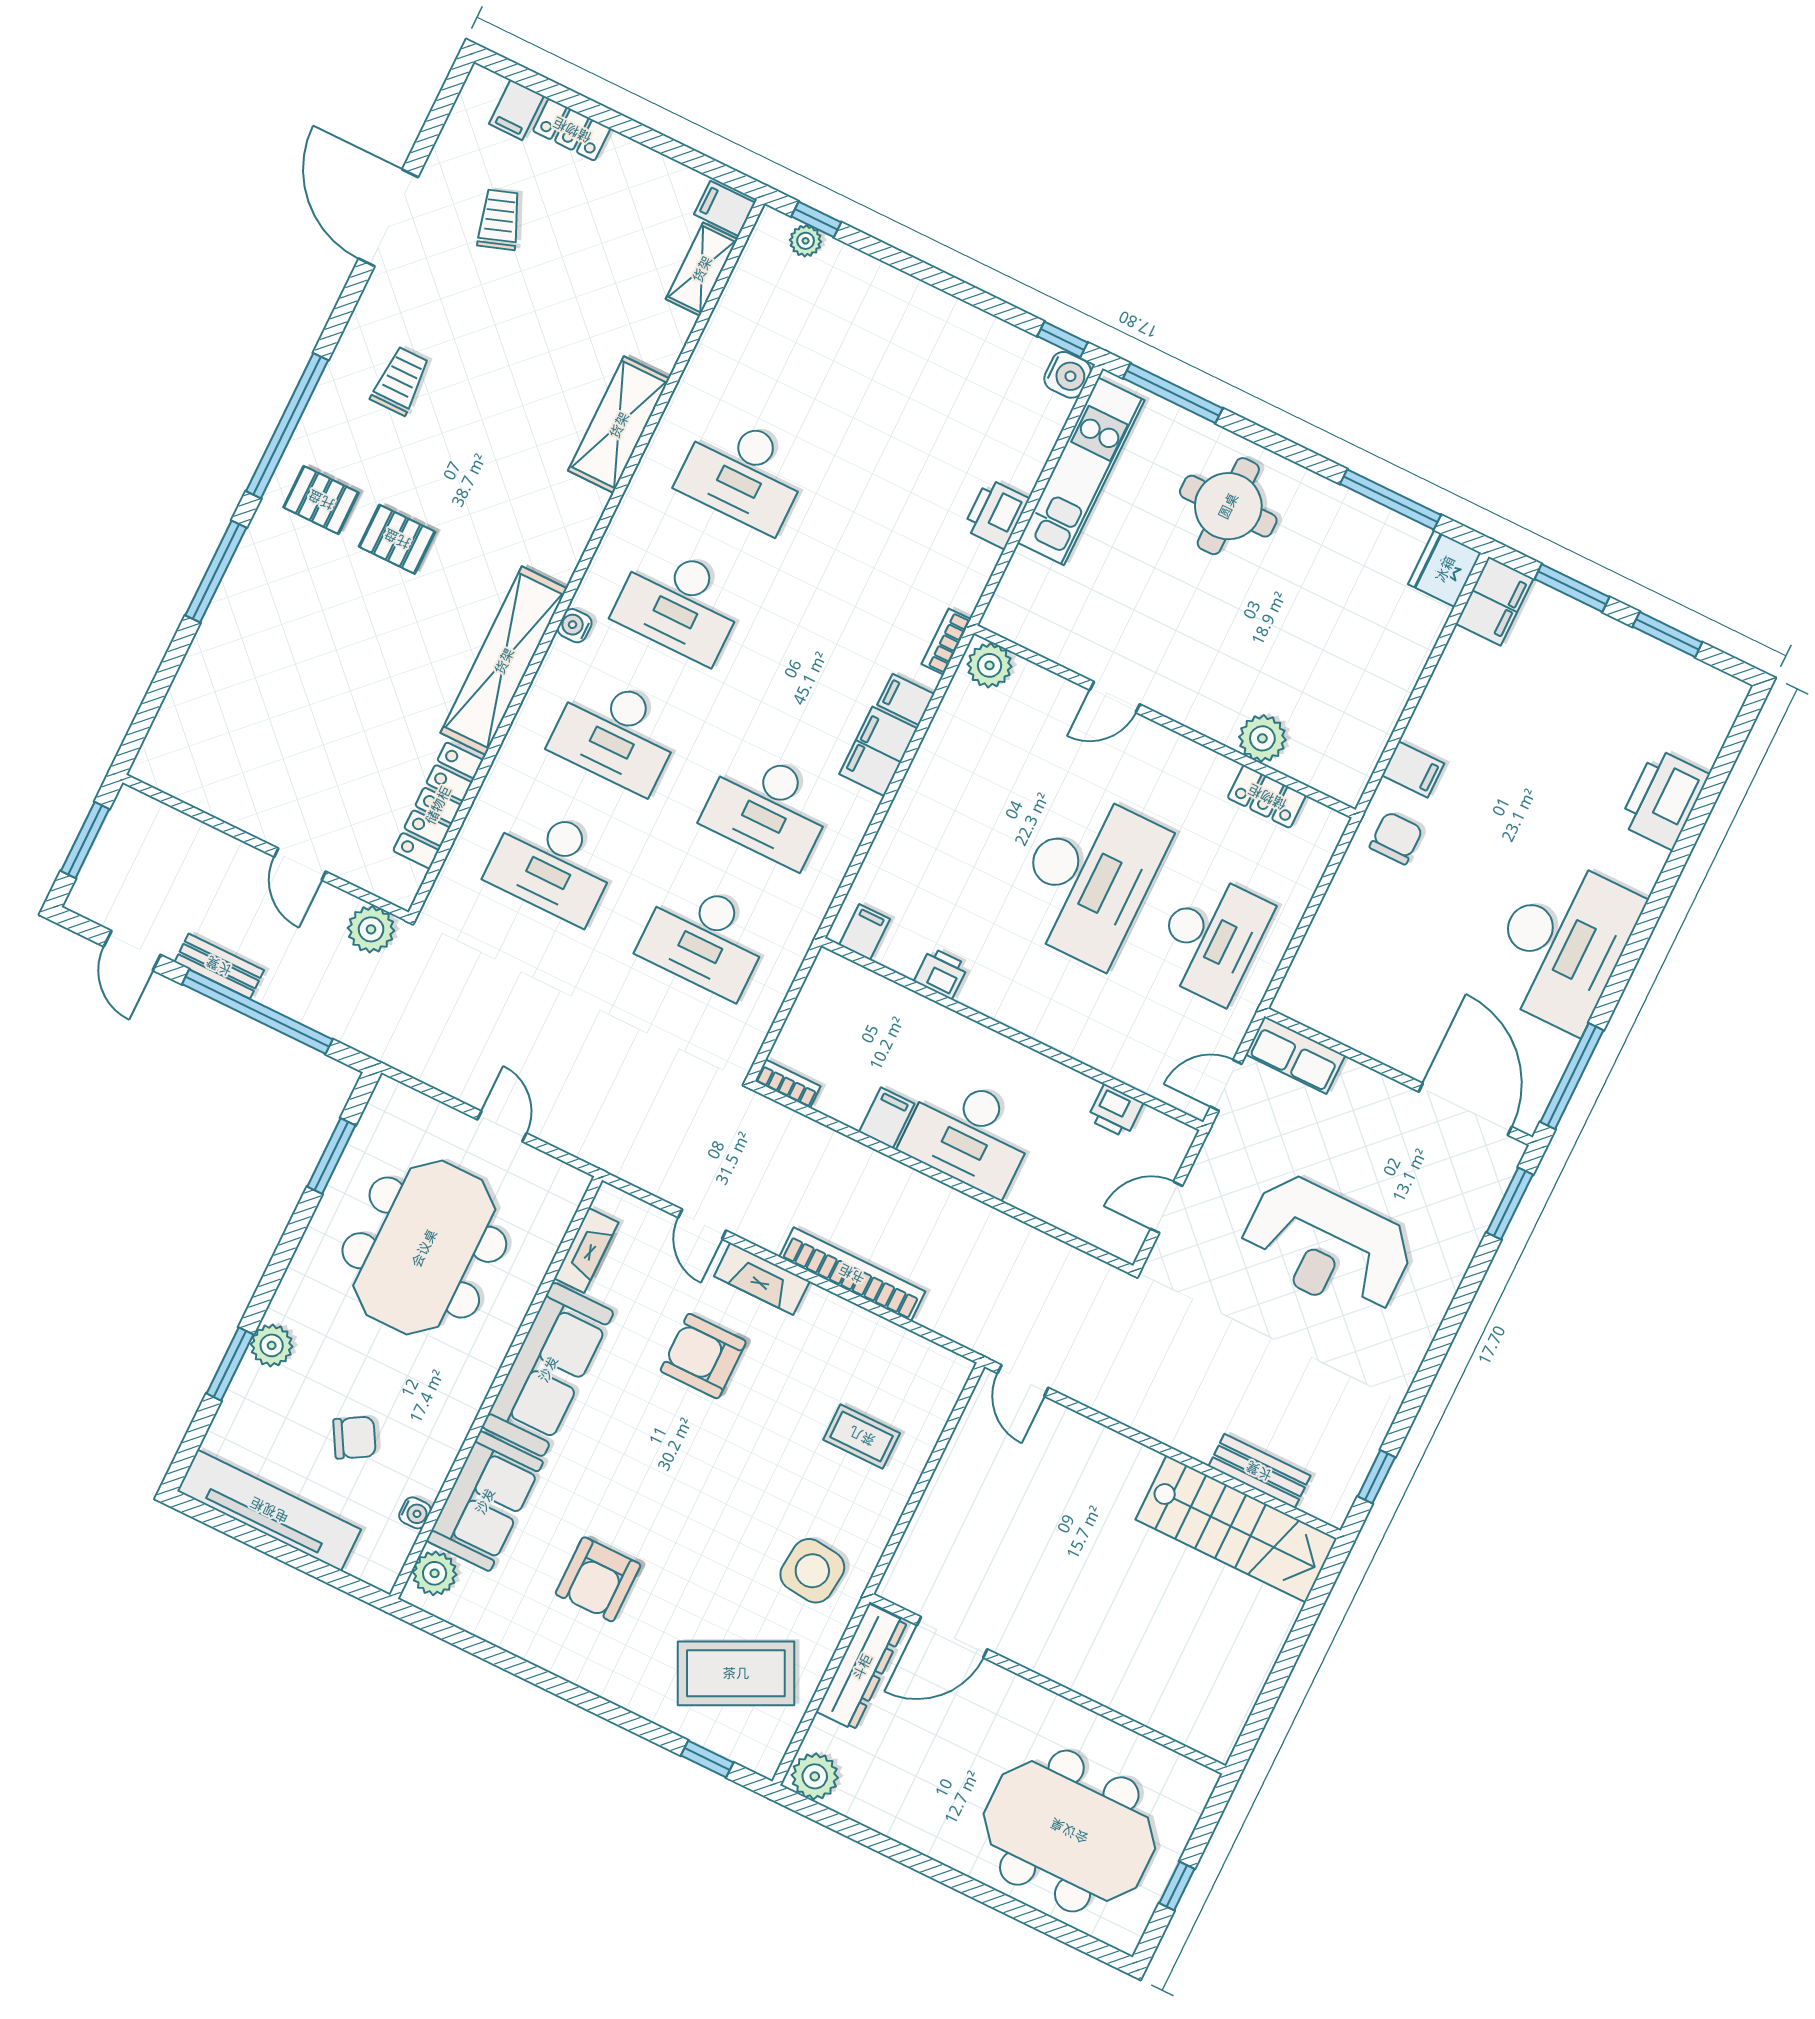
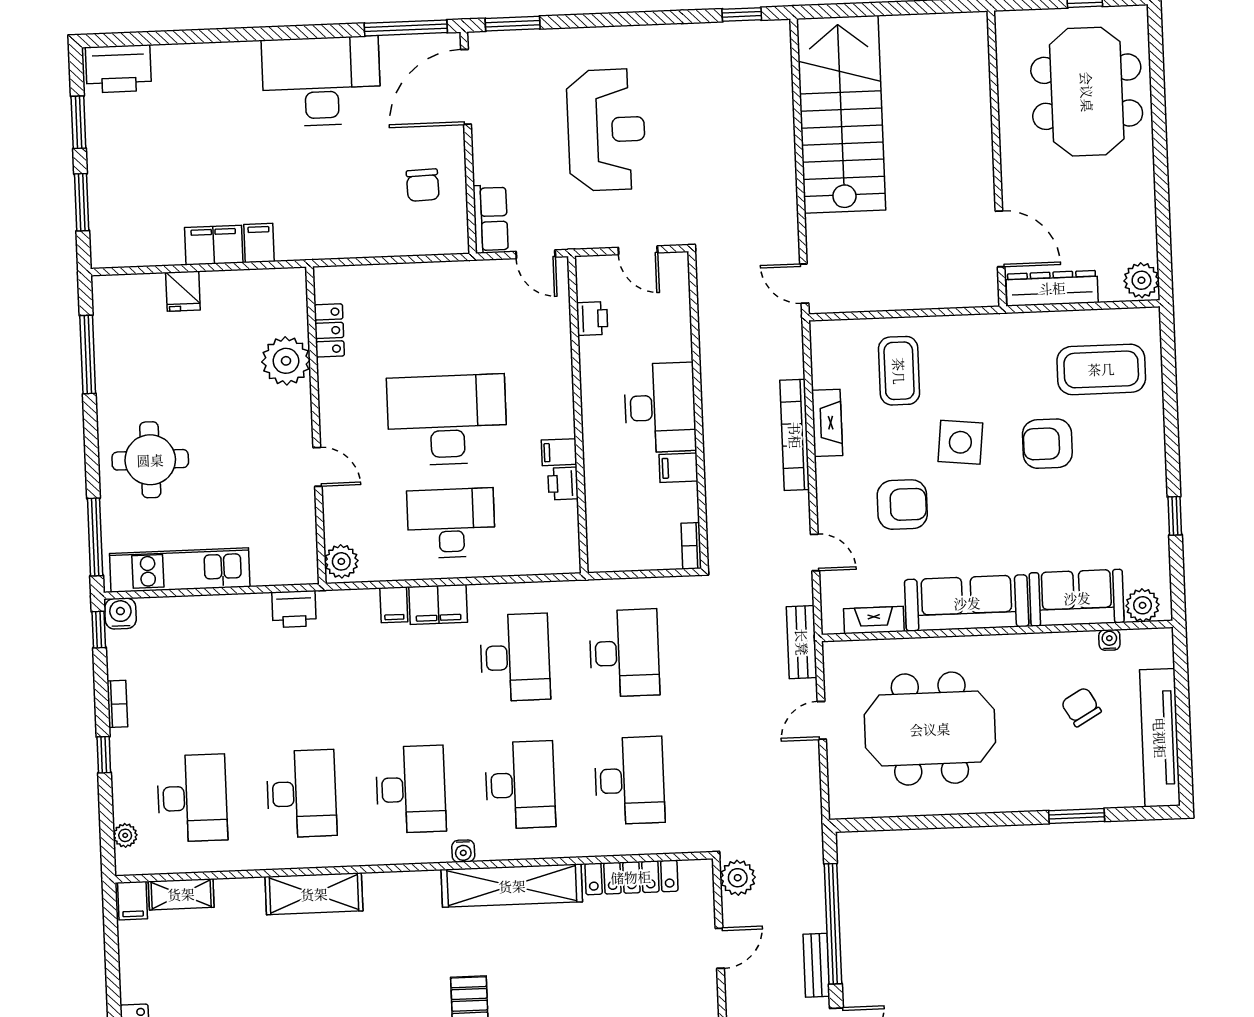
window: (816, 219) -> (104, 755), moved
desk: (807, 343) -> (192, 798), added
printer: (996, 514) -> (294, 609), moved
fridge: (1445, 569) -> (183, 291), moved, width x0.72
filing cabinet: (1495, 601) -> (214, 245), moved
bookcase: (946, 642) -> (117, 704), moved, turned -90
plant: (1262, 738) -> (286, 361), width x1.36, depth x1.36
printer: (1664, 799) -> (118, 69), moved
chair: (1396, 838) -> (423, 185), moved, turned -92
filing cabinet: (865, 932) -> (559, 452), moved
desk: (1211, 938) -> (451, 523), moved
window: (331, 1156) -> (902, 823), removed
door: (702, 1224) -> (815, 552), hinge flipped
fireplace: (762, 1279) -> (827, 423), moved
plant: (272, 1345) -> (1050, 795), removed
armchair: (703, 1356) -> (902, 505), turned -90
door: (1023, 1381) -> (804, 284), swing flipped
coffee table: (862, 1436) -> (899, 371), width x1.36, depth x1.30
bench: (1259, 1471) -> (802, 642), moved
stairs: (1236, 1529) -> (841, 114), width x1.36, depth x1.51
side table: (812, 1571) -> (960, 442), moved
armchair: (598, 1579) -> (1047, 444), moved, turned 180
coffee table: (736, 1673) -> (1101, 369), turned -64
window: (707, 1759) -> (1175, 516), moved

